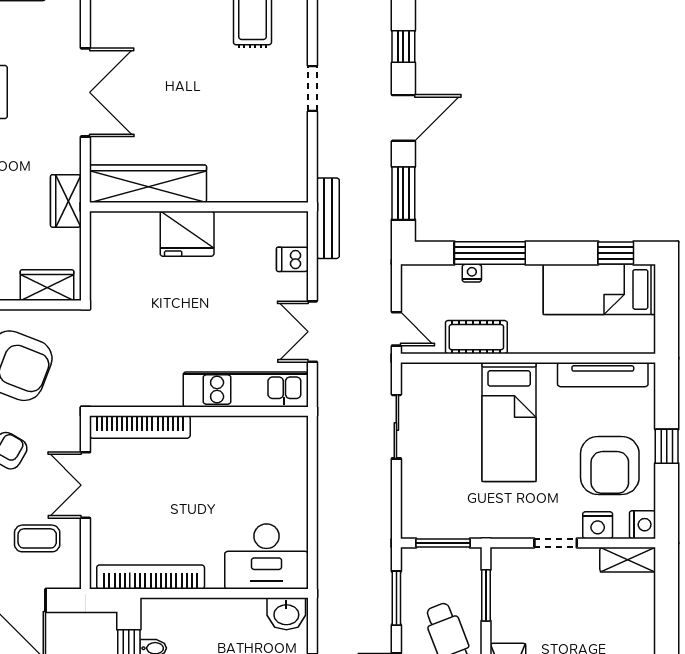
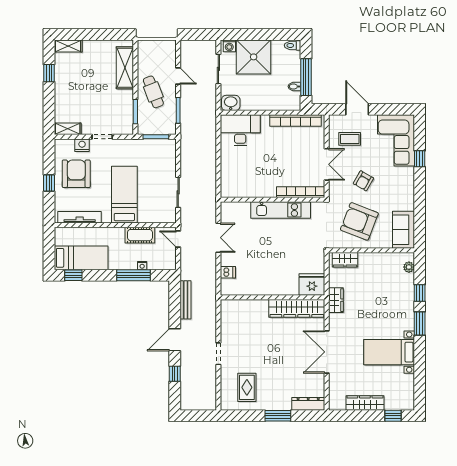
window: (403, 193) -> (175, 304), removed
bench: (328, 218) -> (186, 300), moved
fridge: (187, 234) -> (312, 284), moved
kitchen unit: (246, 390) -> (281, 210), moved
nightstand: (643, 525) -> (61, 145), removed

